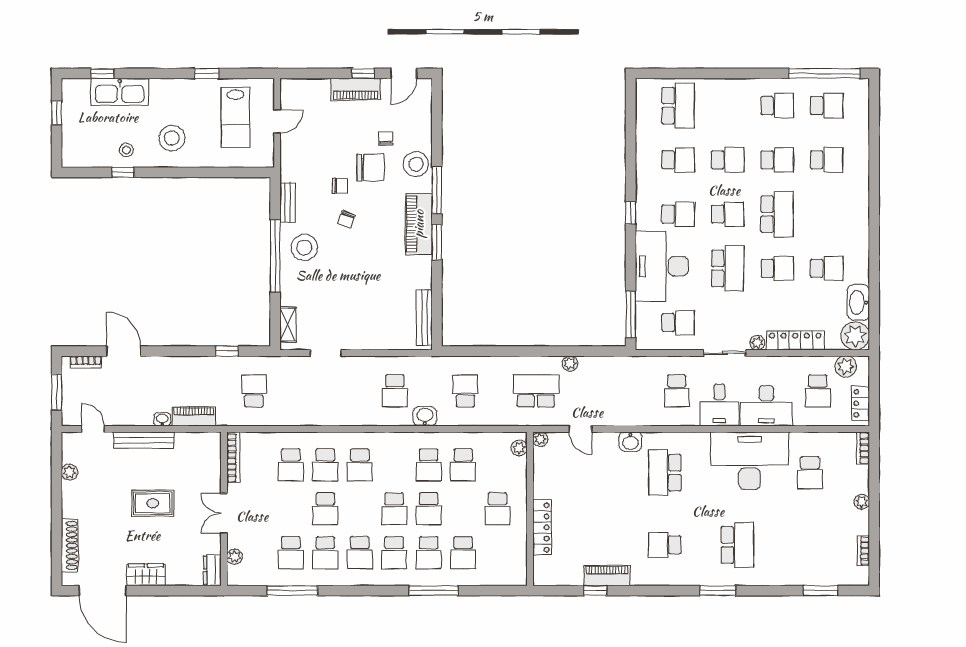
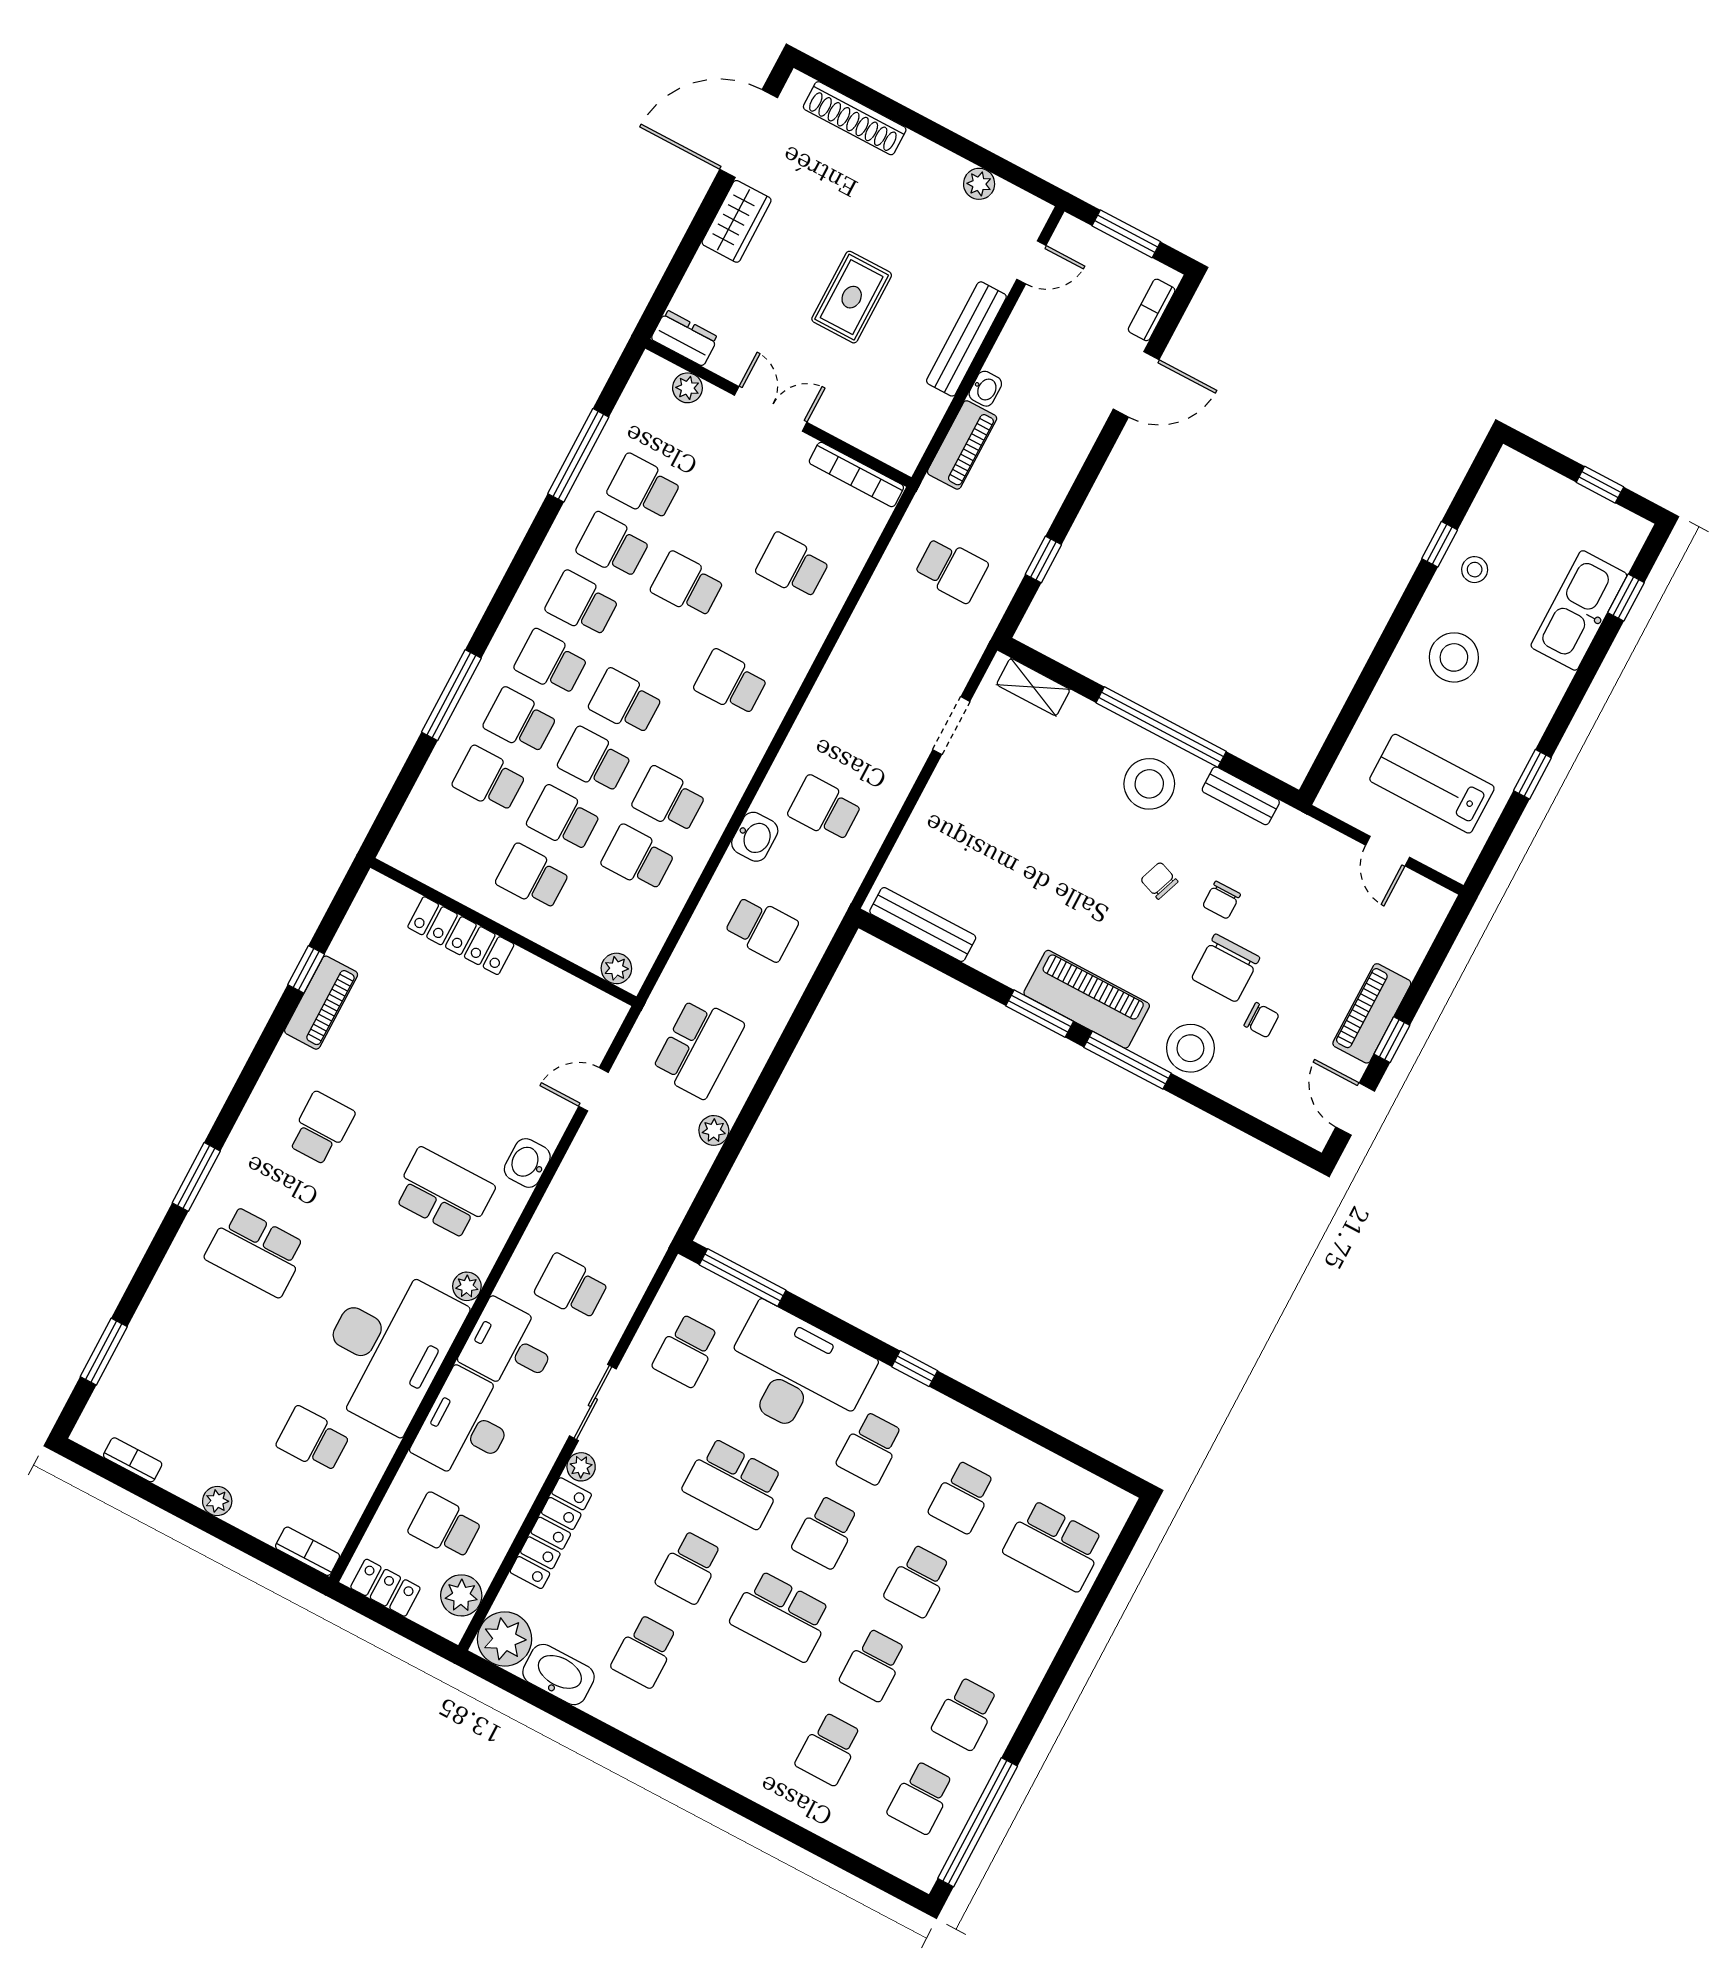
plant: (540, 439) -> (467, 1286), moved
school desk: (325, 465) -> (563, 819), moved

